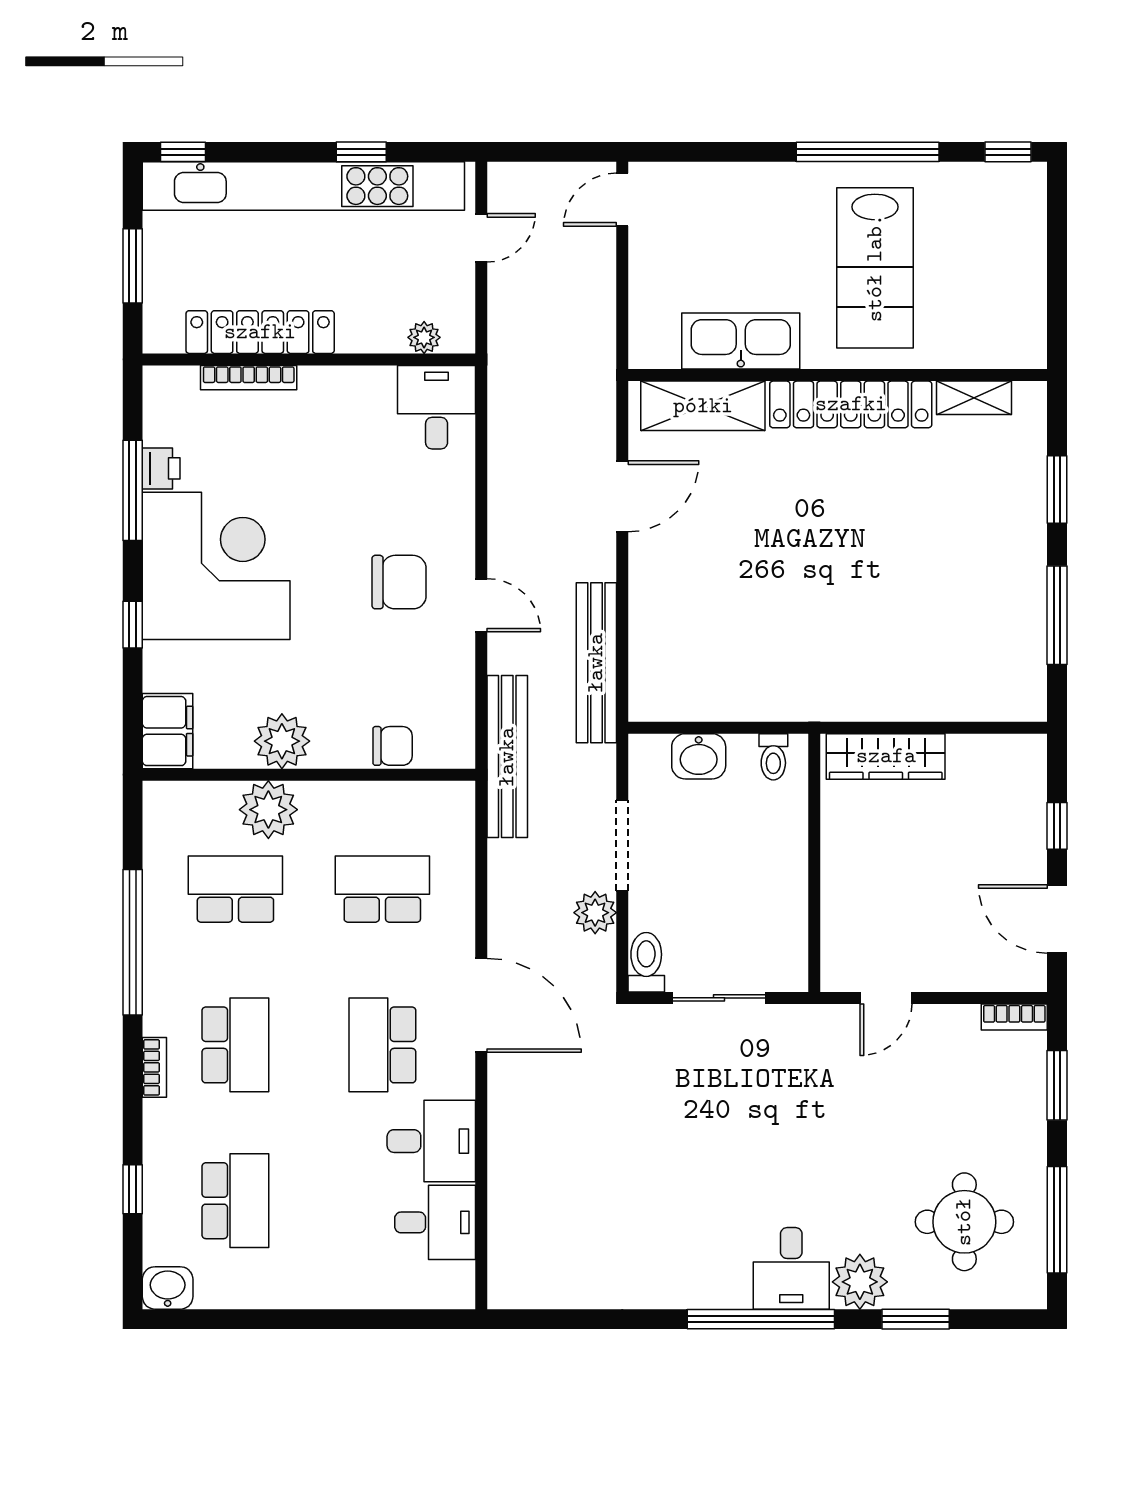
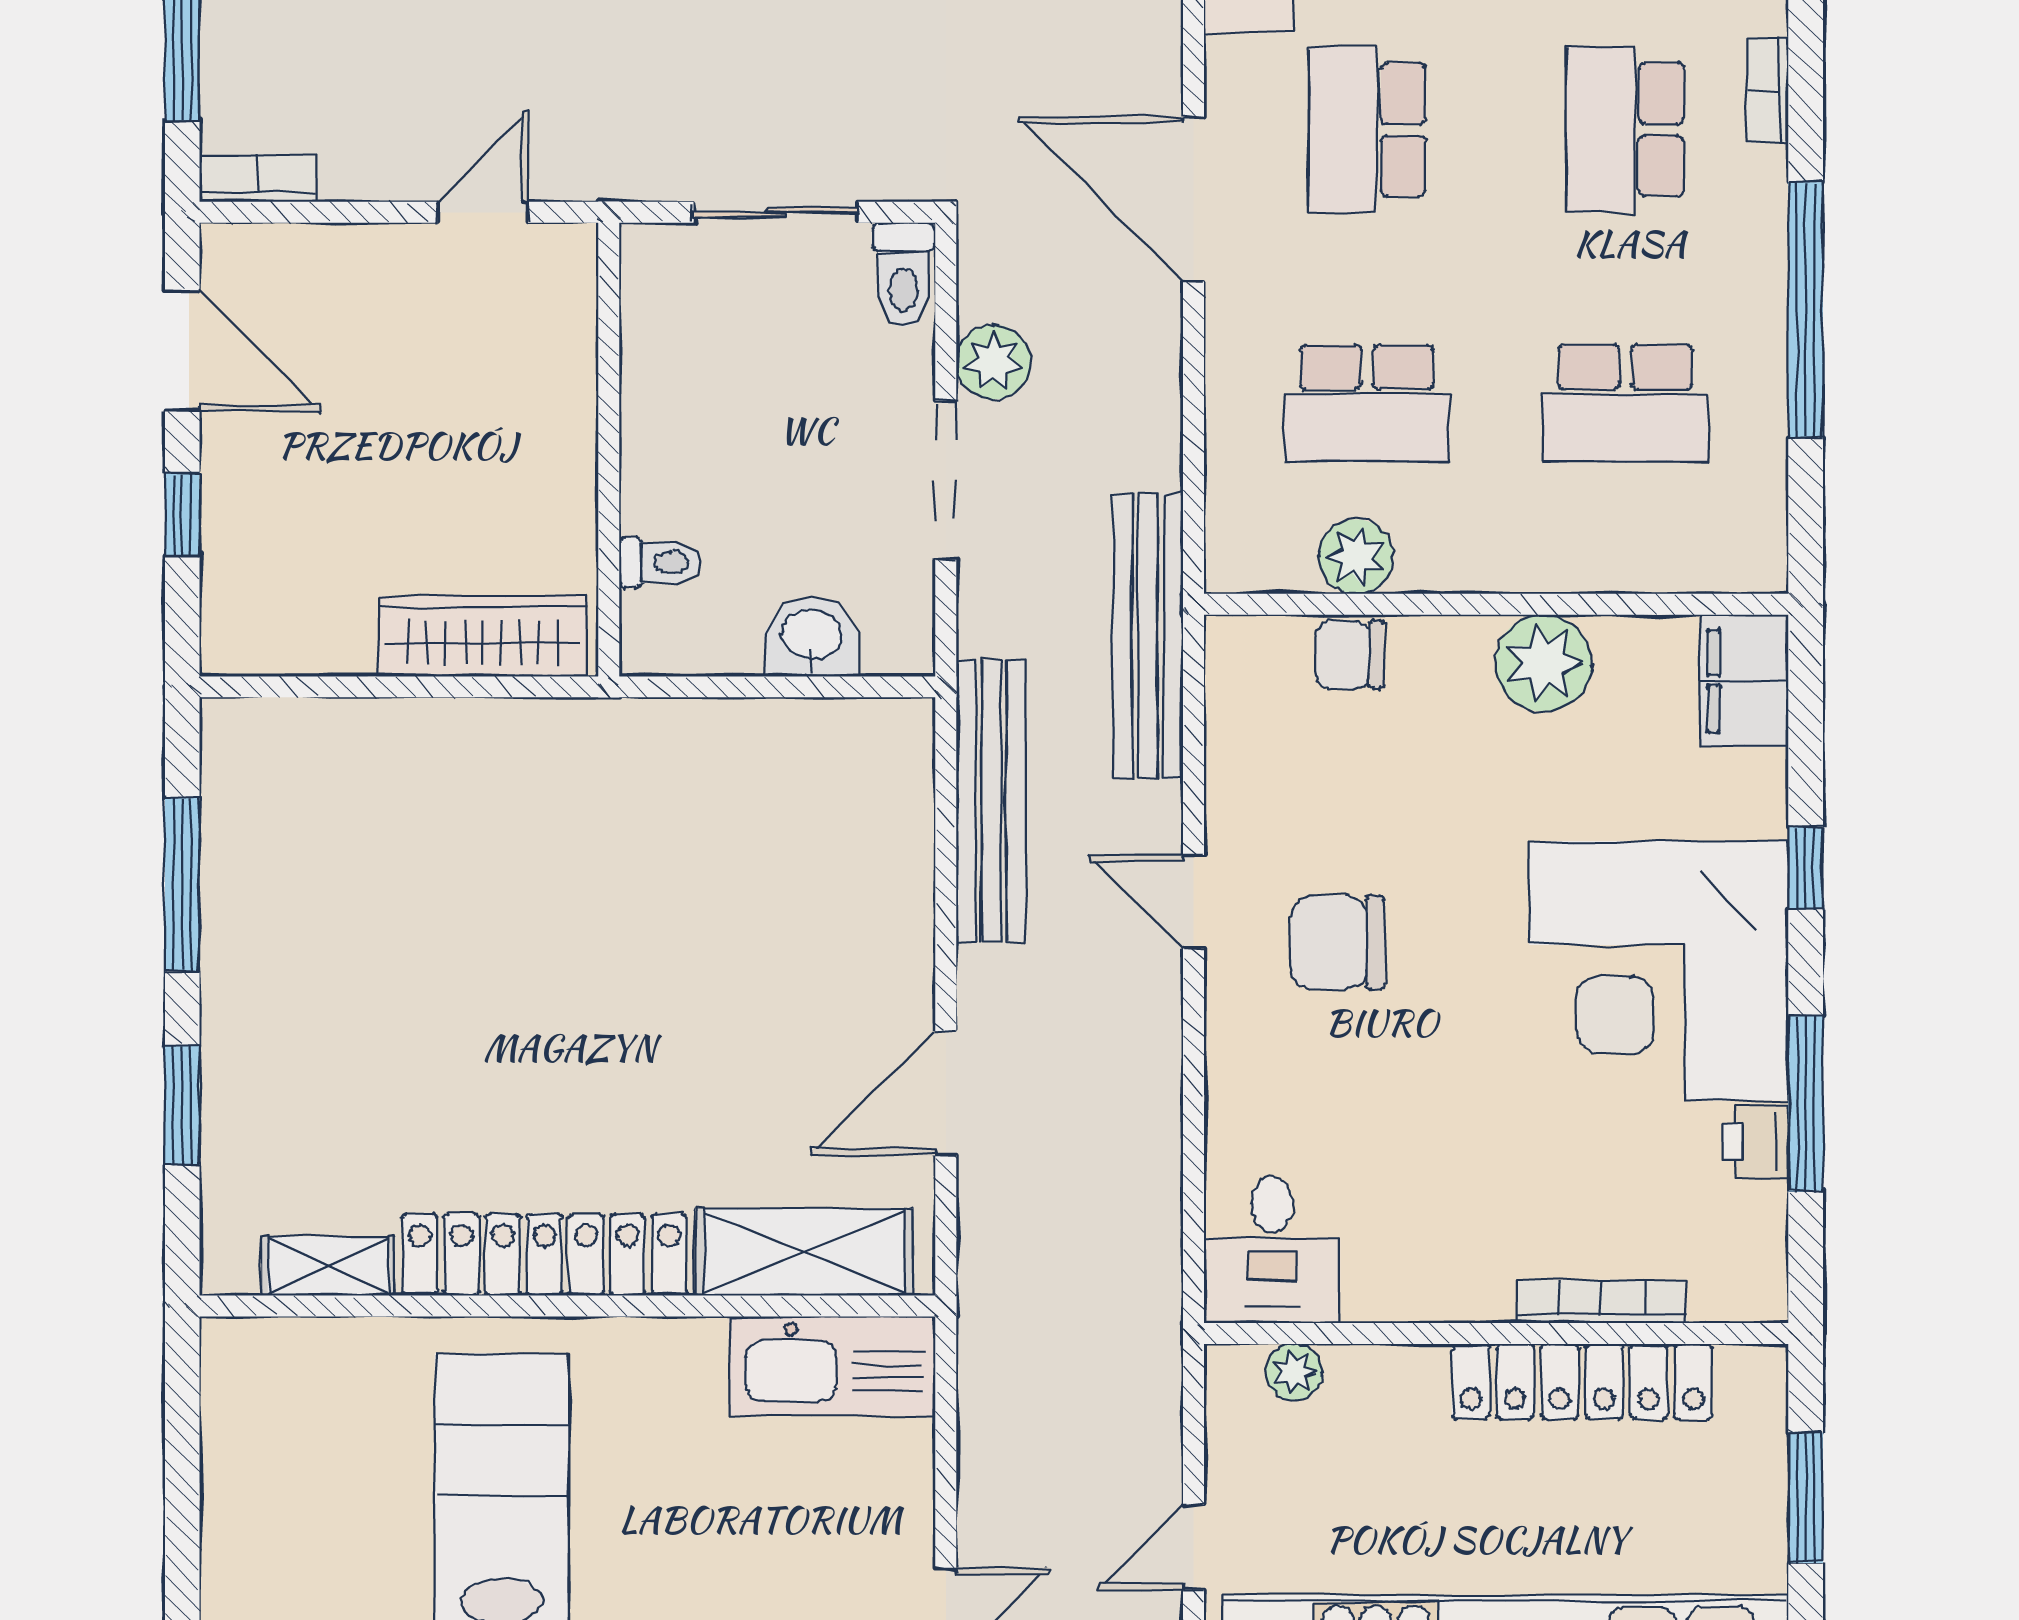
kitchen sink: (741, 341) -> (832, 1366), moved
toilet: (773, 757) -> (660, 562), moved, turned 90
plant: (268, 810) -> (1356, 557), moved, width x0.73, depth x0.73
school desk: (382, 1045) -> (1367, 130), turned 180

